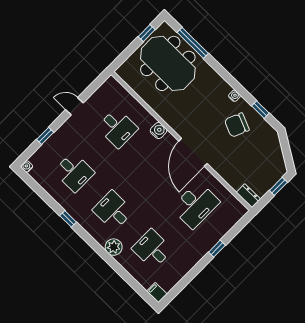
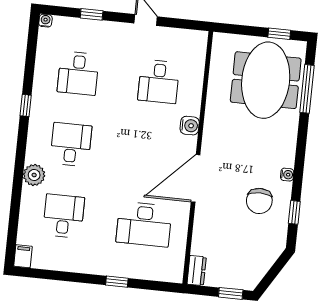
chair: (237, 125) -> (259, 201), turned -113

